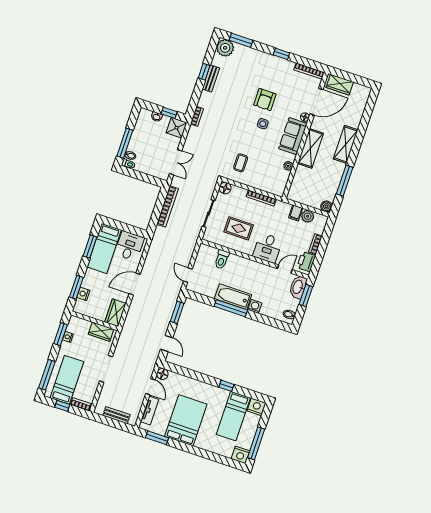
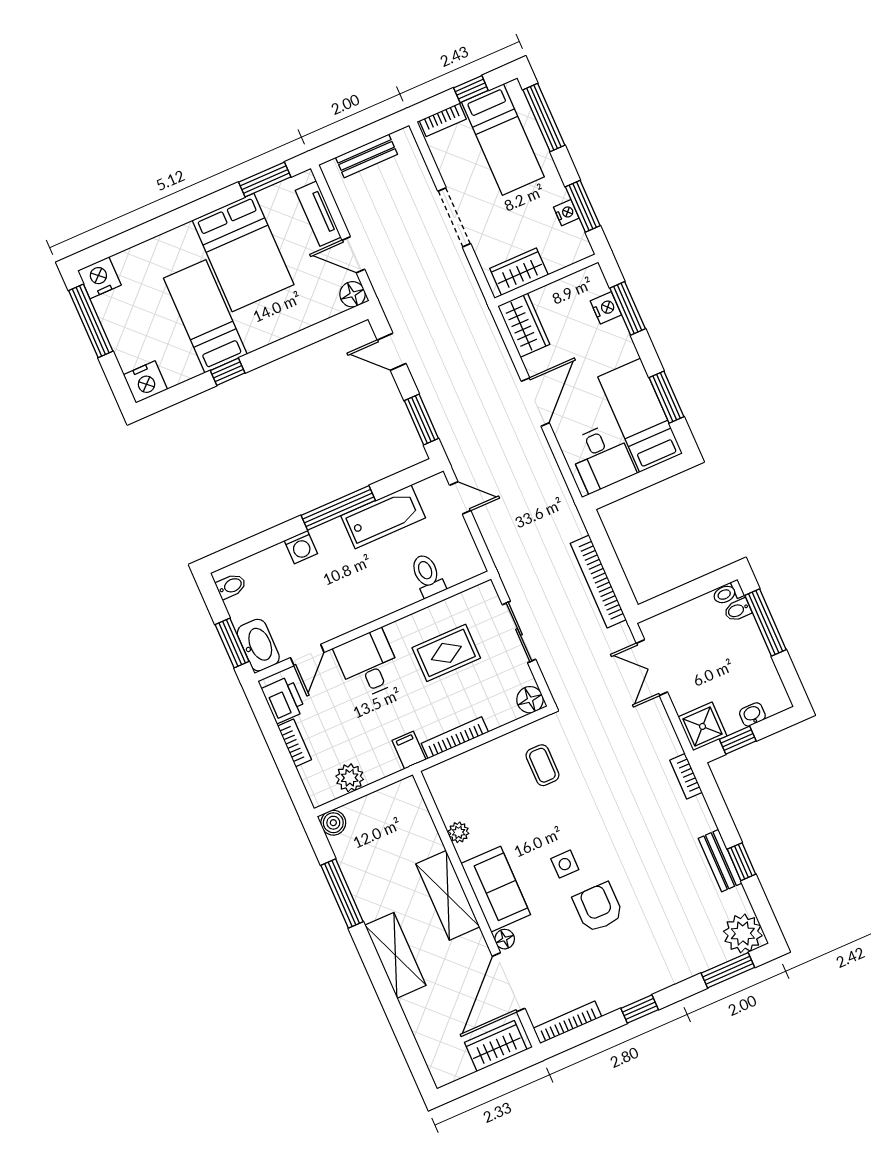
filing cabinet: (296, 213) -> (409, 750), moved
bathtub: (233, 297) -> (383, 517), moved
bed: (233, 416) -> (205, 316), moved

